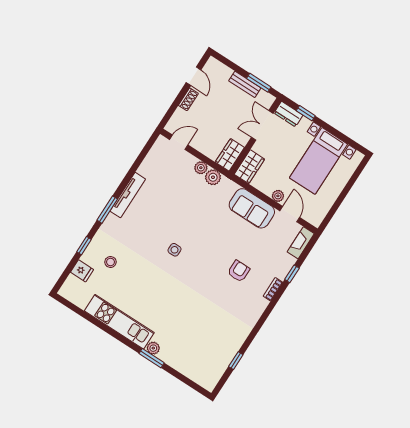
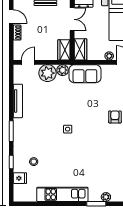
double door: (262, 125) -> (72, 19), swing flipped
plant: (201, 168) -> (47, 73), width x1.88, depth x1.88
tv unit: (128, 195) -> (18, 101), moved
sofa: (252, 208) -> (85, 74), moved
plant: (153, 348) -> (106, 197), moved

